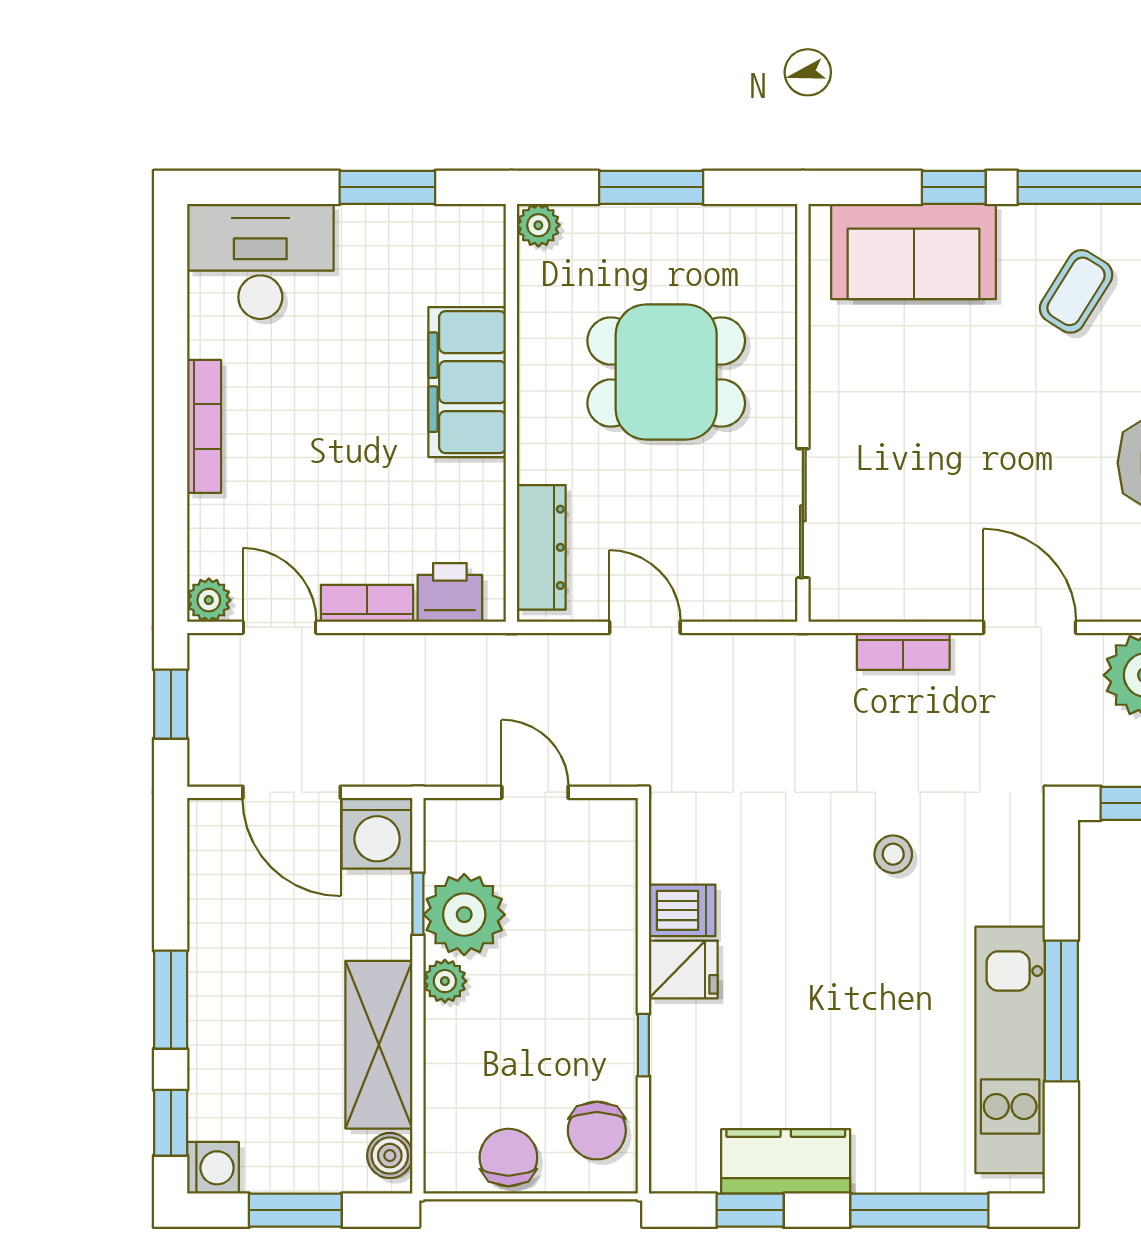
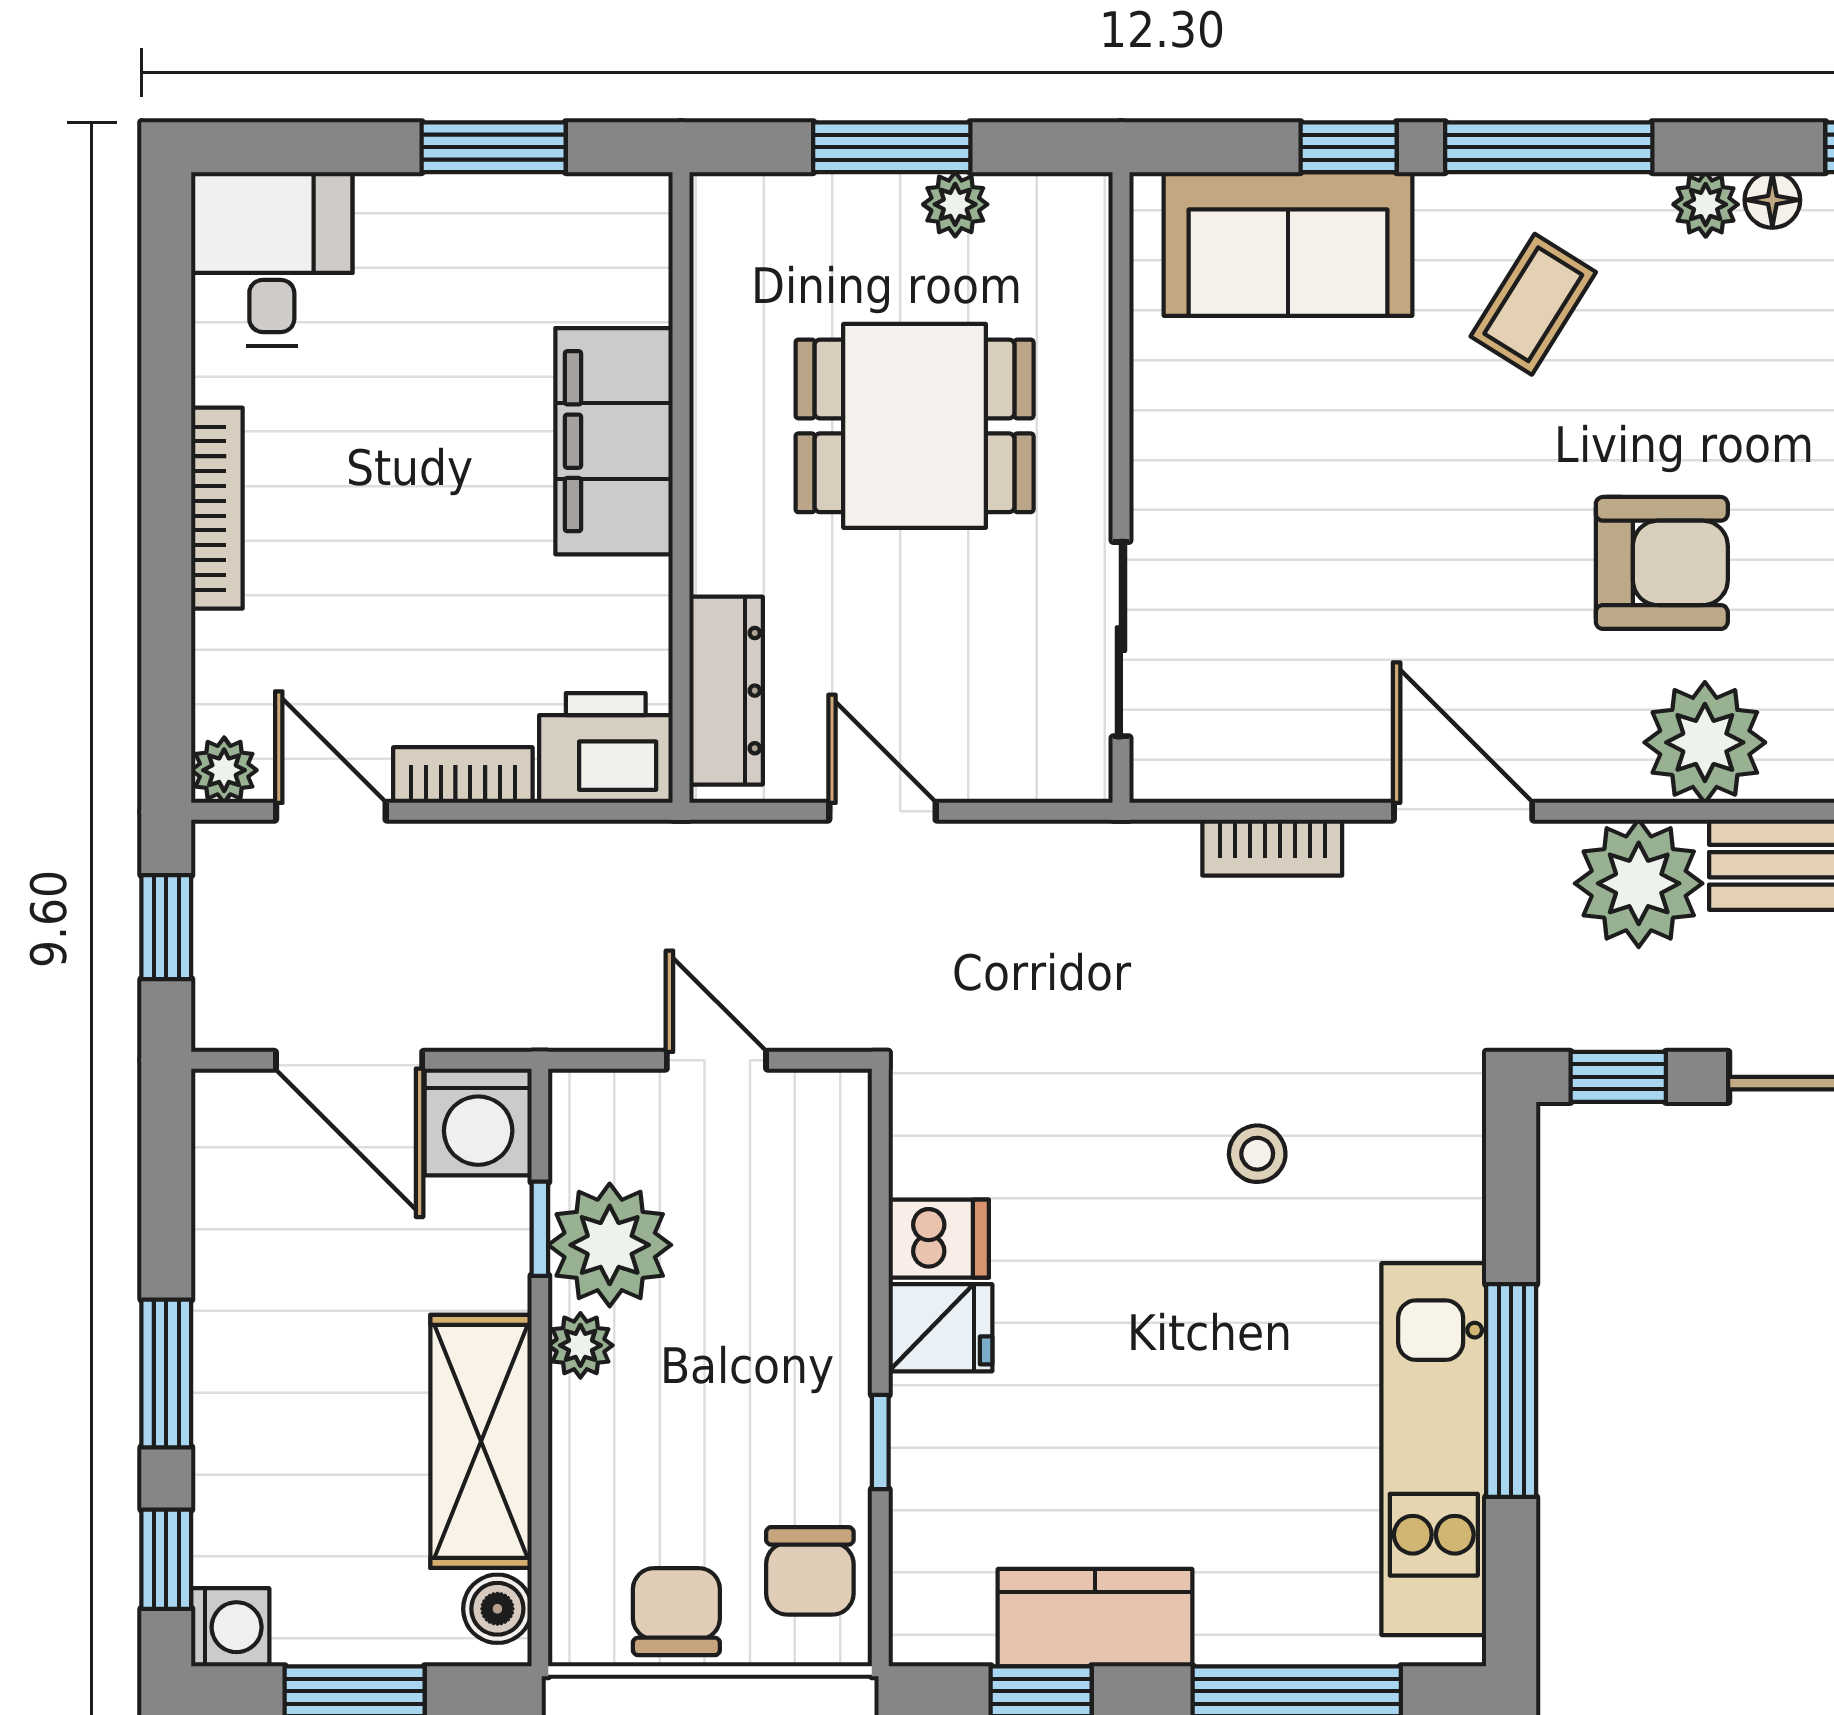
plant: (538, 225) -> (955, 204), moved
desk: (260, 261) -> (272, 259), width x0.73
printer: (450, 592) -> (606, 748), width x1.36, depth x1.24

